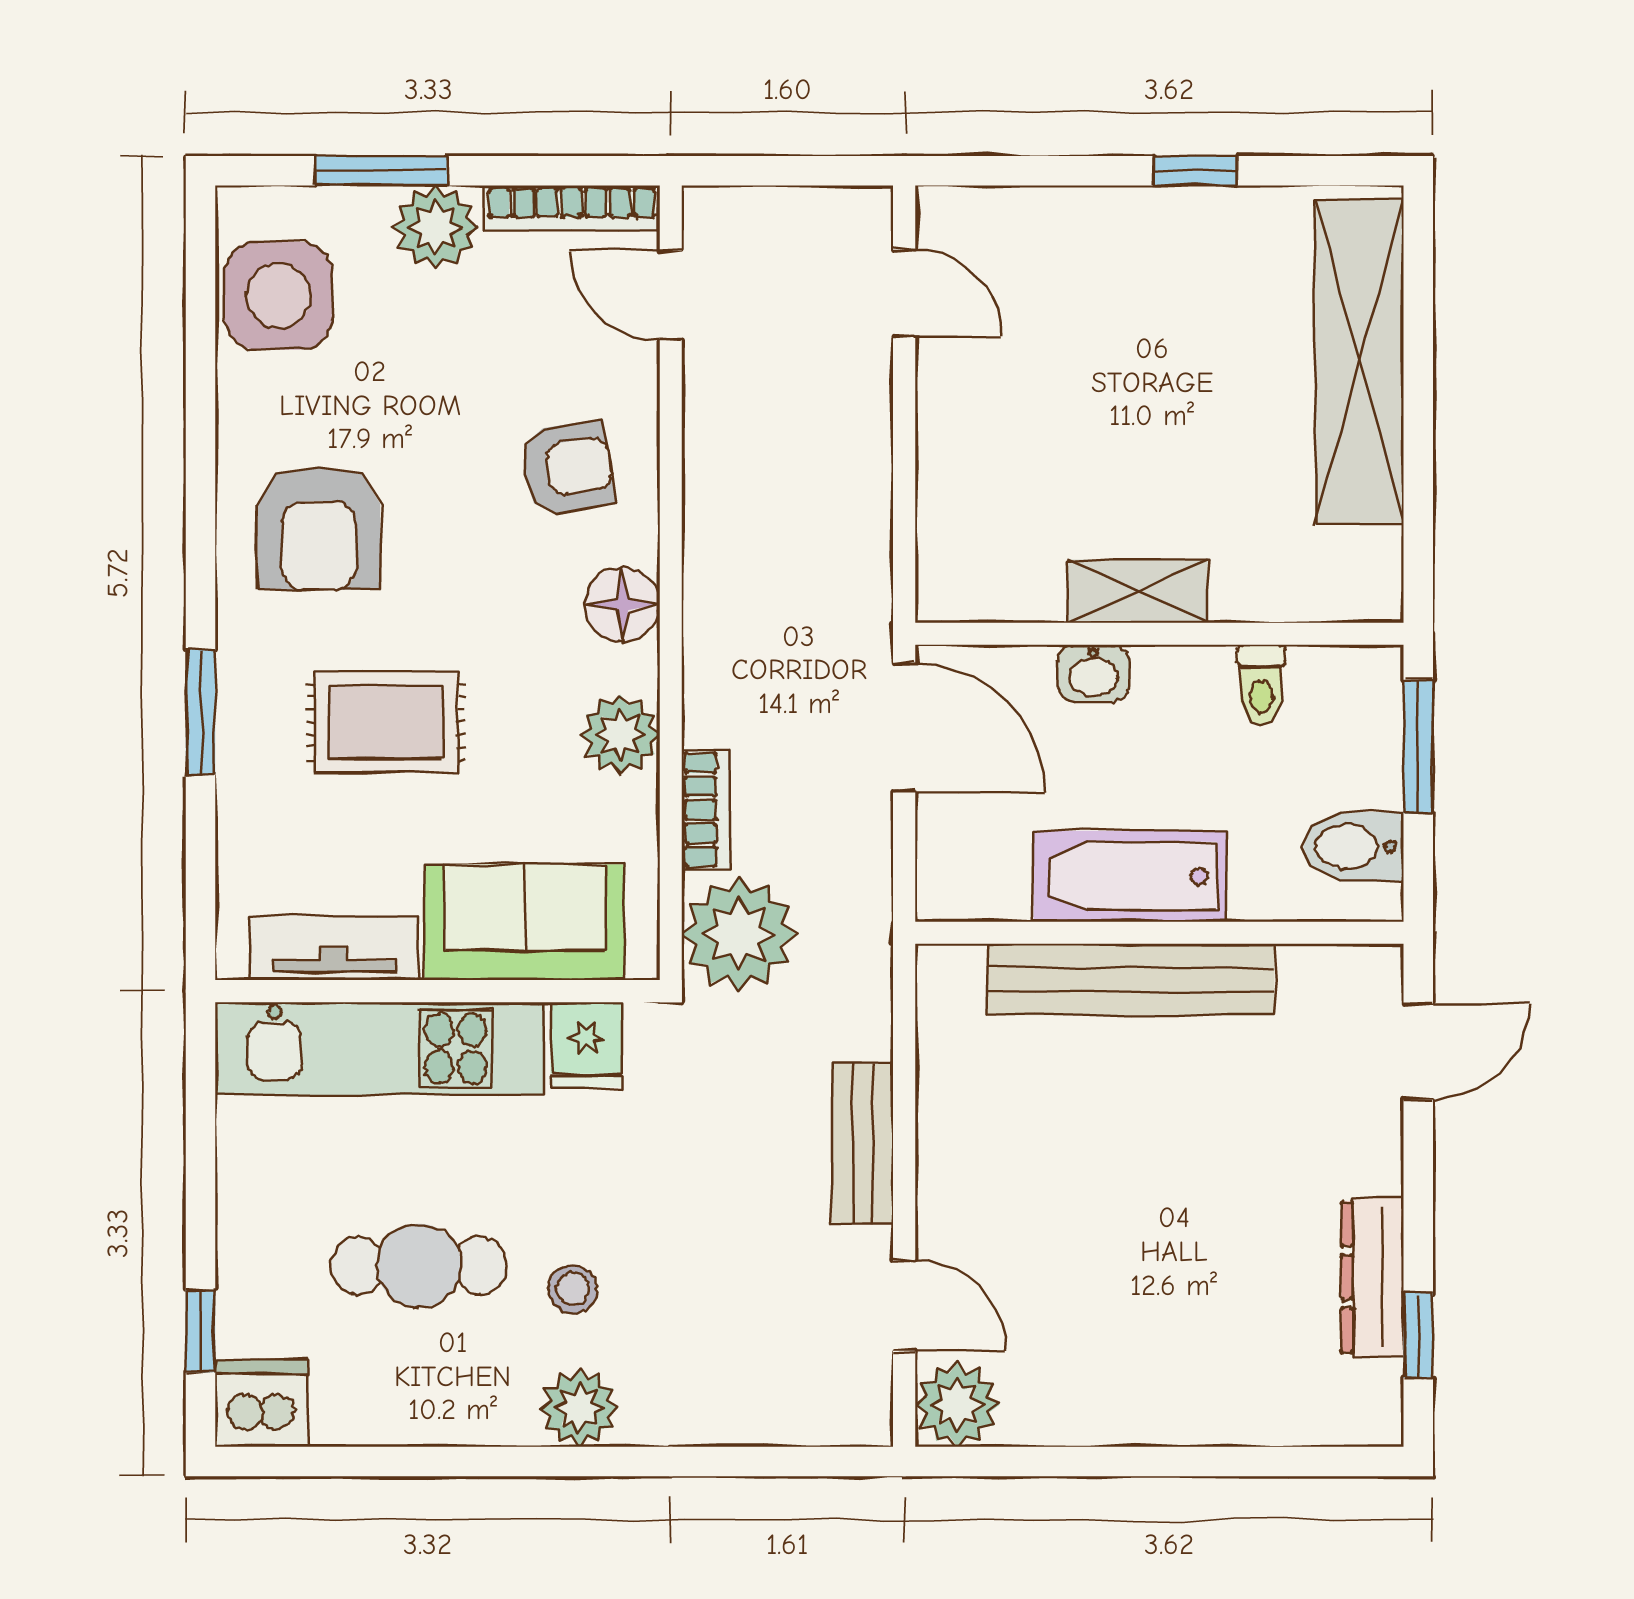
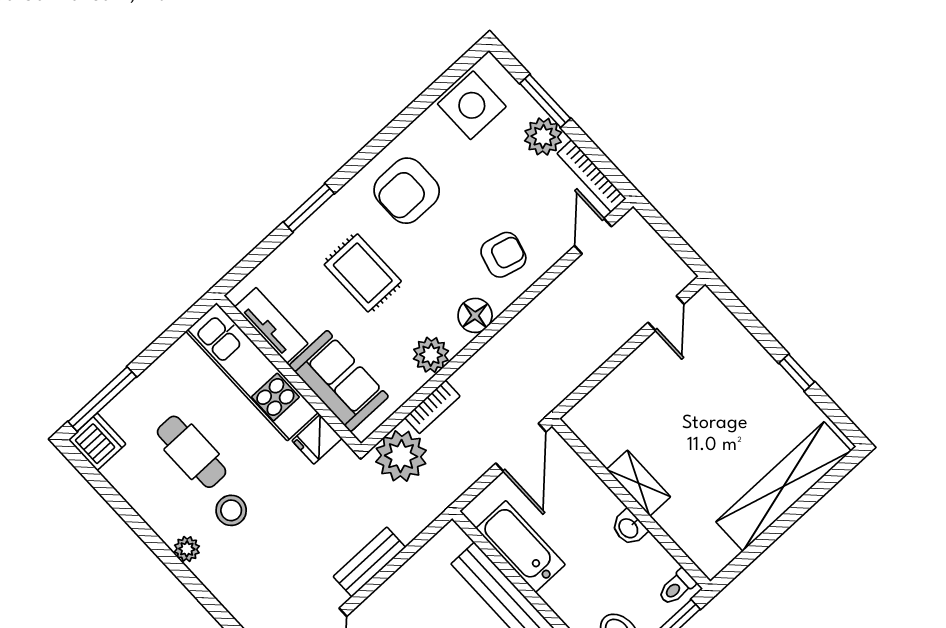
armchair: (567, 468) -> (503, 255), turned -66
washbasin: (1093, 673) -> (629, 528), moved
toilet: (1261, 685) -> (677, 587), moved
bathtub: (1130, 876) -> (520, 547), moved
stool: (573, 1289) -> (231, 510), width x1.37, depth x1.37
window: (200, 1331) -> (102, 399), width x2.17
plant: (579, 1408) -> (187, 549), width x0.73, depth x0.73

